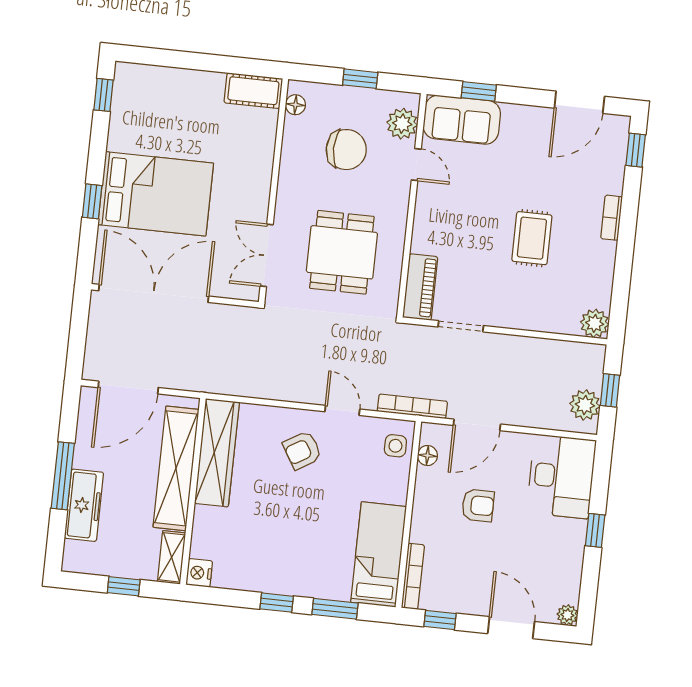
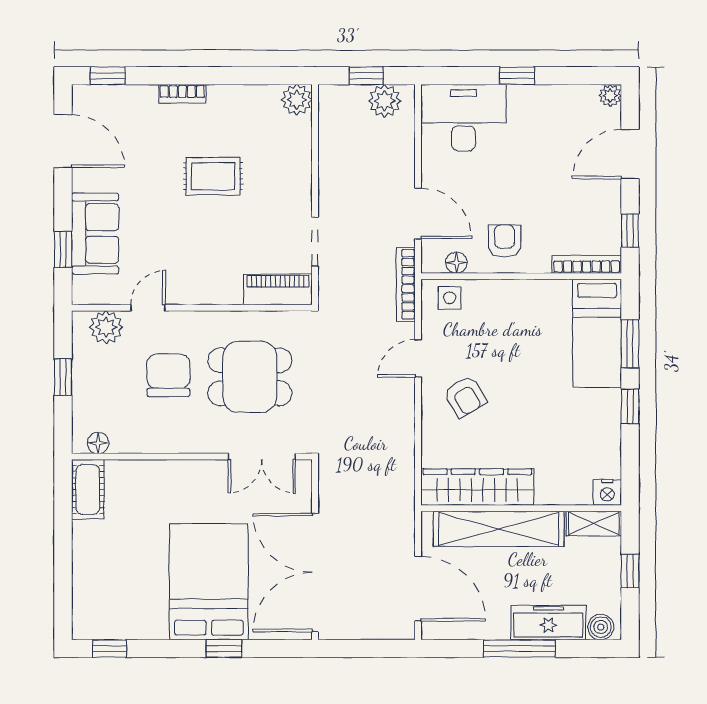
sofa: (462, 120) -> (95, 233), moved
chair: (346, 150) -> (168, 375), moved
armchair: (478, 505) -> (504, 241), moved
boiler: (75, 553) -> (601, 627), added
bed: (379, 554) -> (597, 333), moved, turned -90

